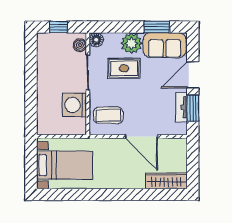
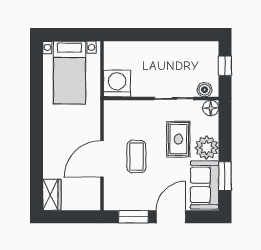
door: (193, 75) -> (171, 217), hinge flipped
washing machine: (74, 105) -> (117, 83), moved
tv unit: (181, 107) -> (135, 204), removed
coffee table: (108, 115) -> (136, 157), moved
wardrobe: (166, 181) -> (52, 195), width x0.67

